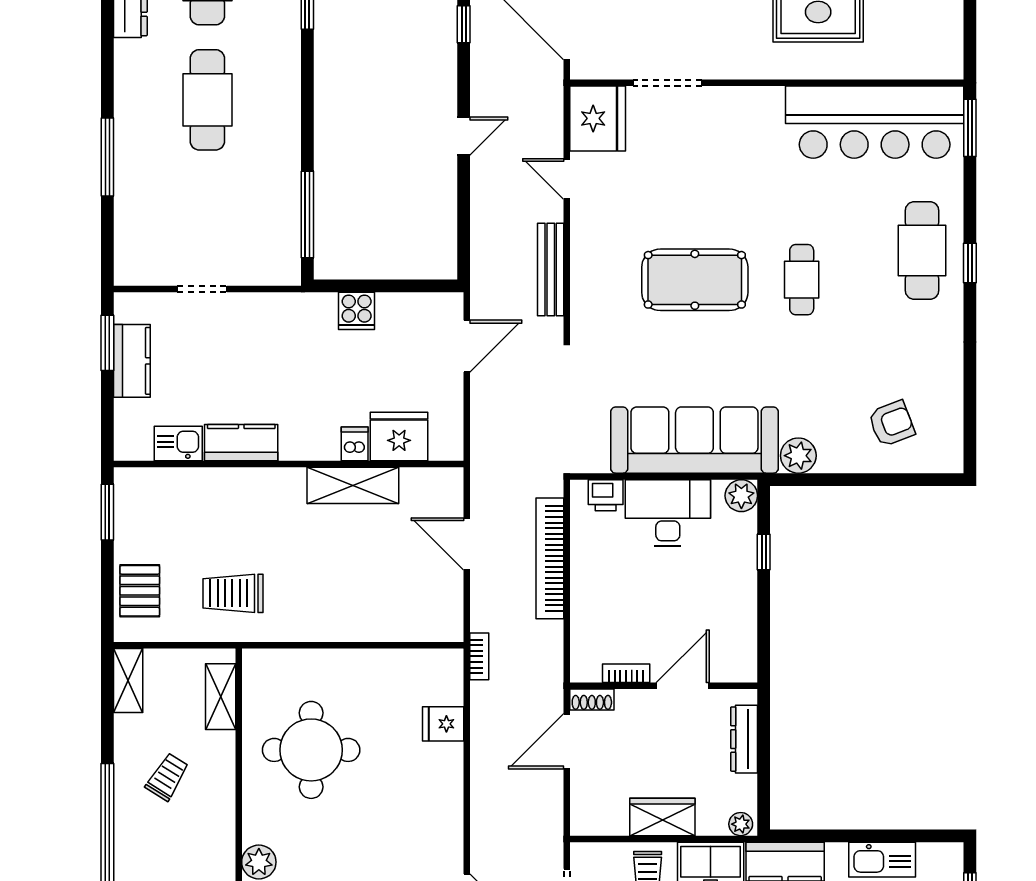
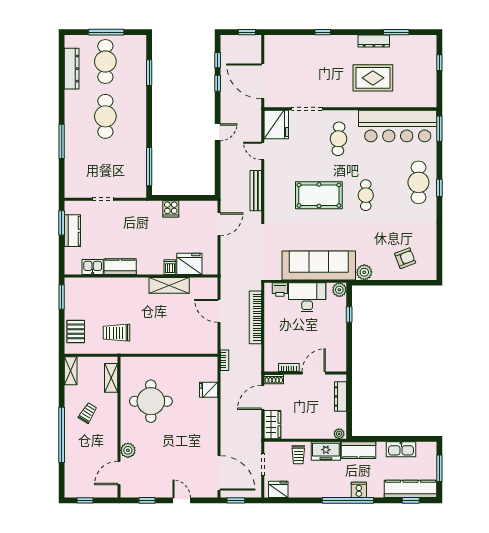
cafe table: (739, 151) -> (338, 139), added
wardrobe: (662, 817) -> (272, 425), moved, turned 90

